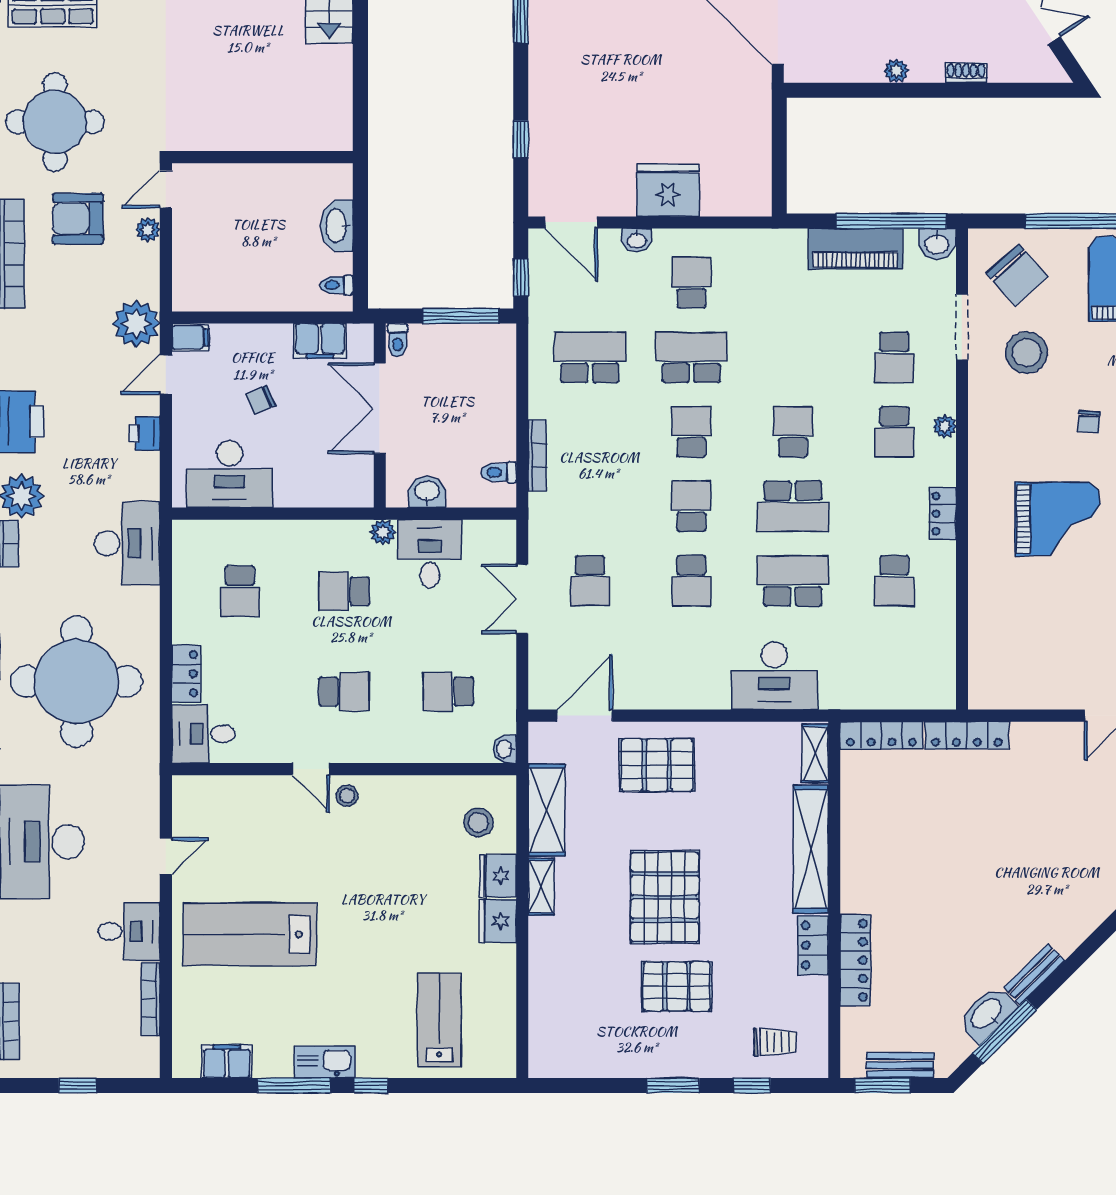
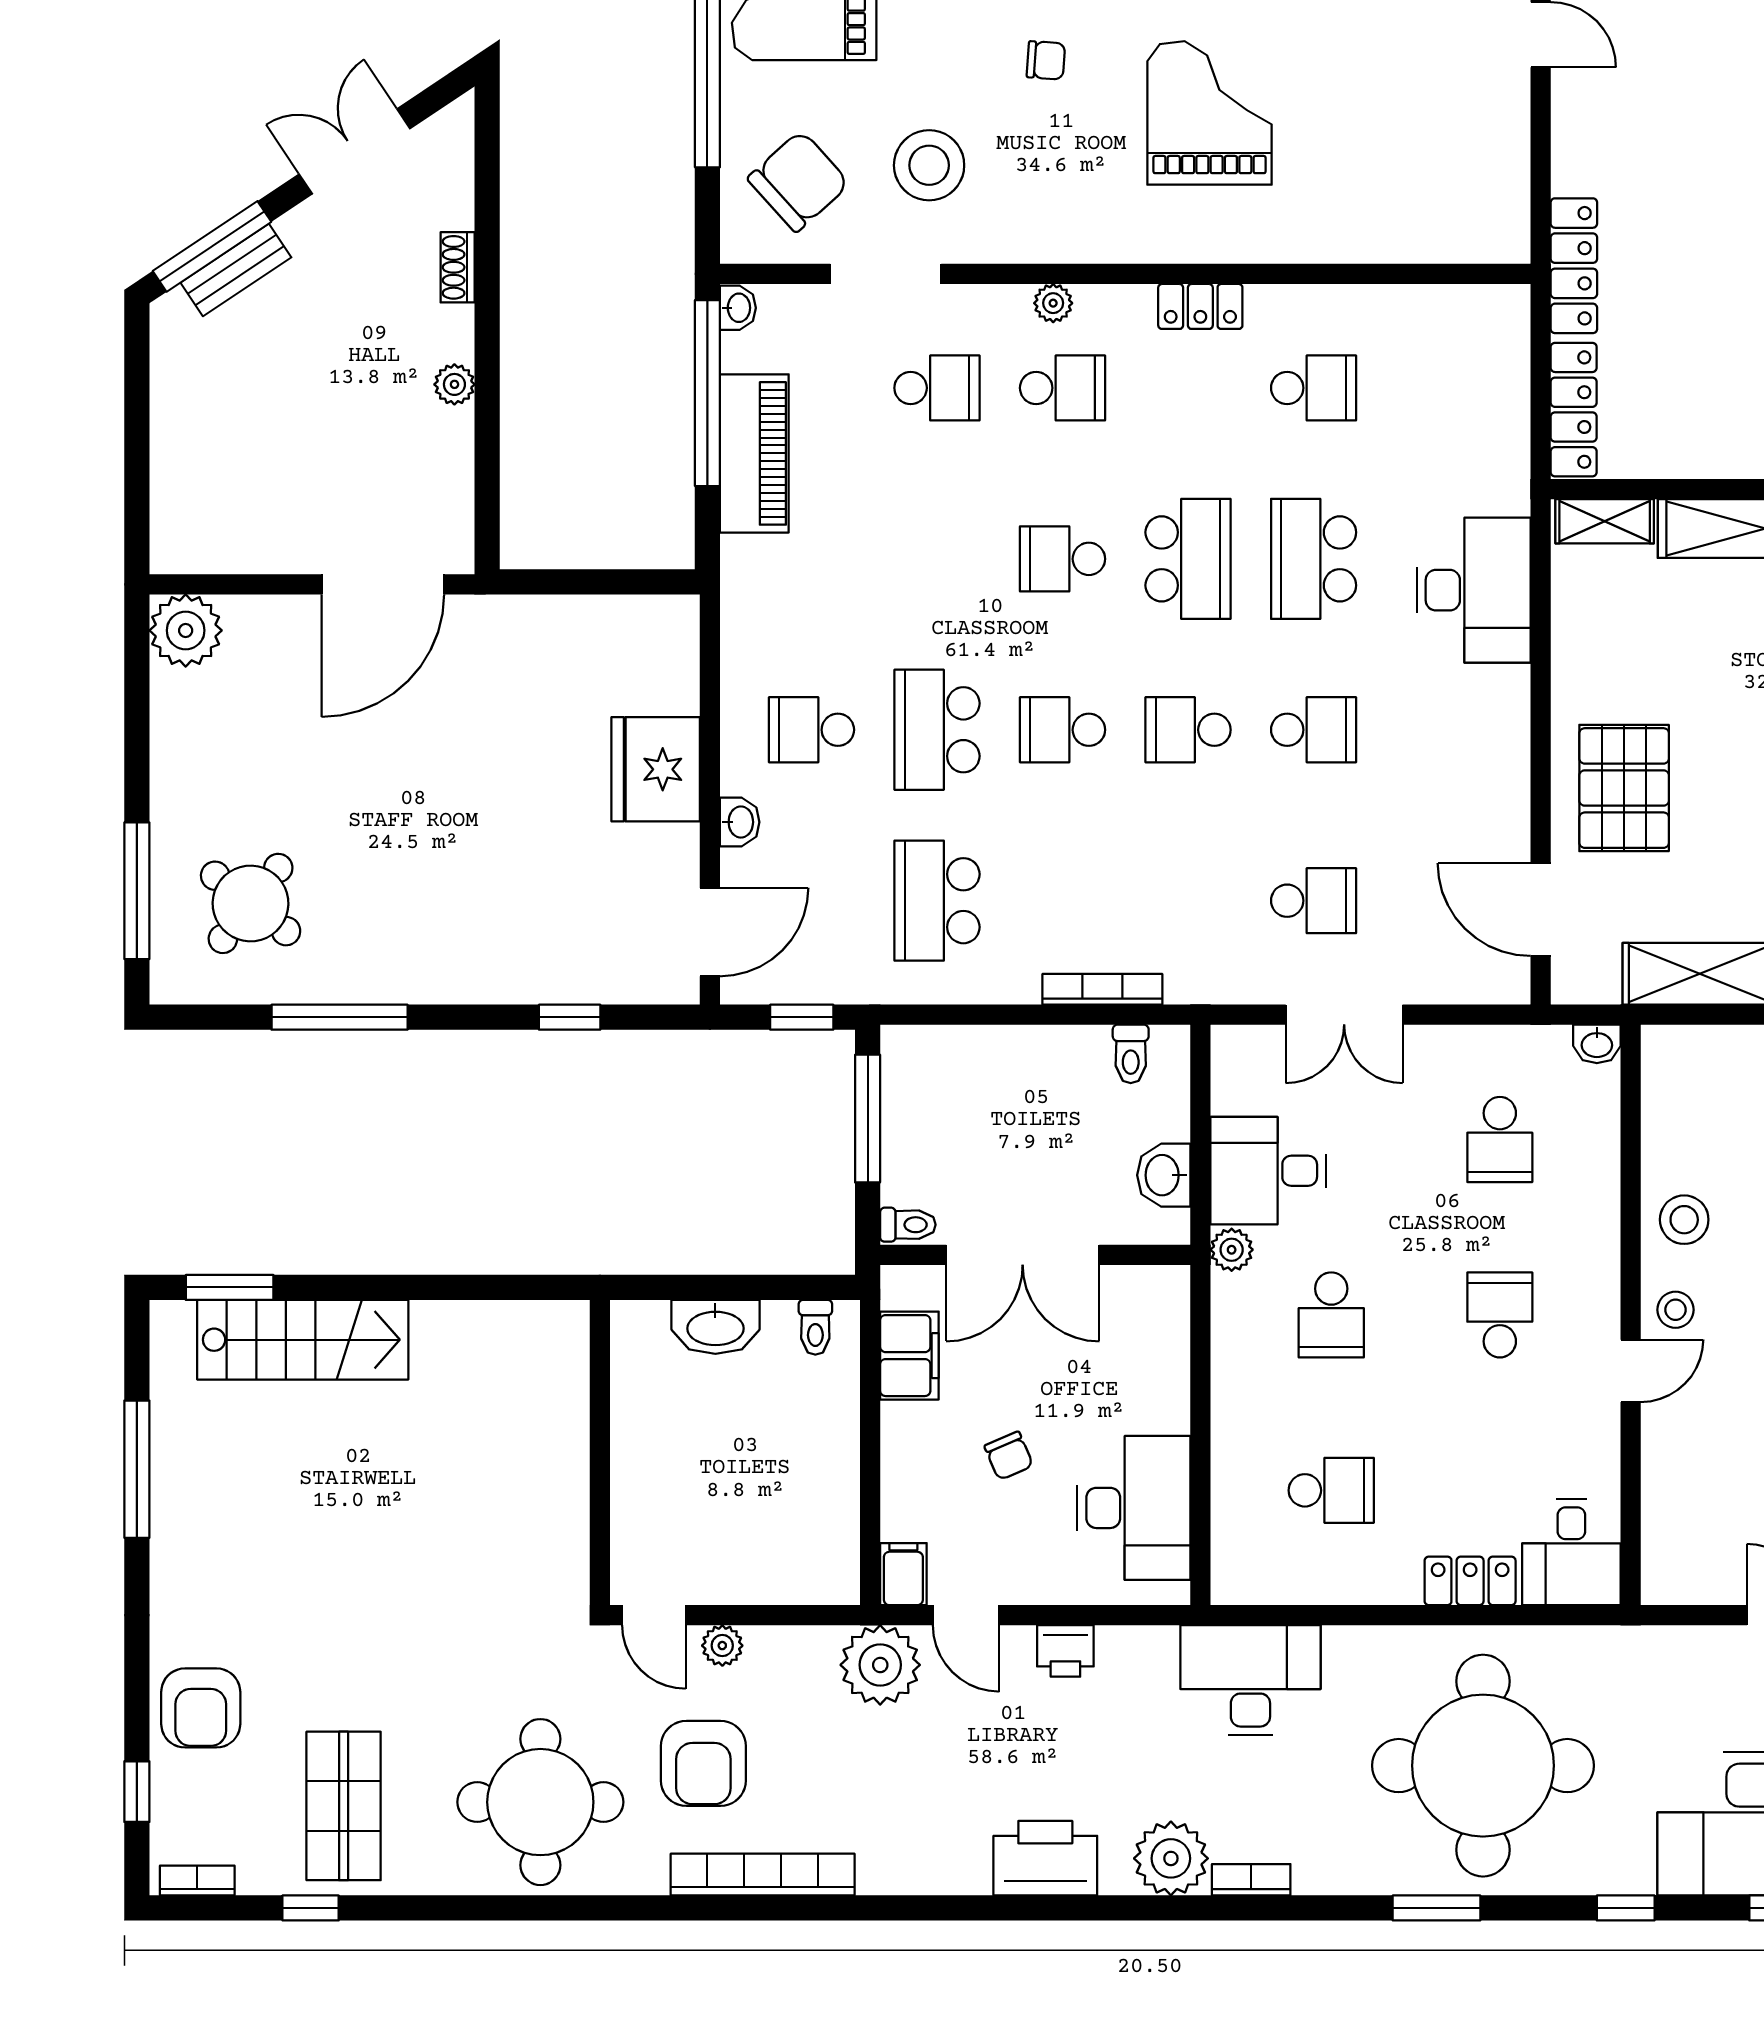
washbasin: (937, 244) -> (738, 308), width x0.72, depth x0.69
stool: (478, 822) -> (1684, 1220), moved

